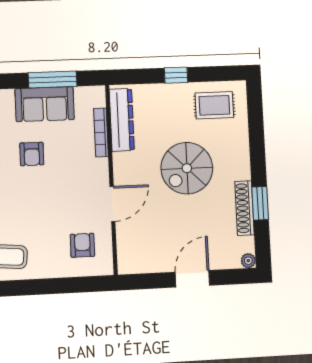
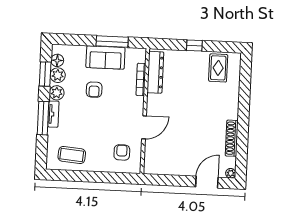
rug: (214, 105) -> (218, 68), turned 90
spiral stairs: (187, 168) -> (196, 108), removed
window: (260, 203) -> (242, 136), removed
door: (192, 279) -> (207, 182), moved

